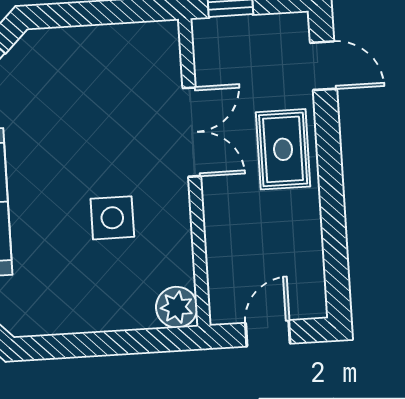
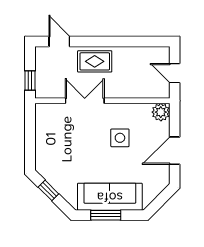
door: (323, 66) -> (59, 41), hinge flipped
door: (91, 344) -> (175, 151), added

